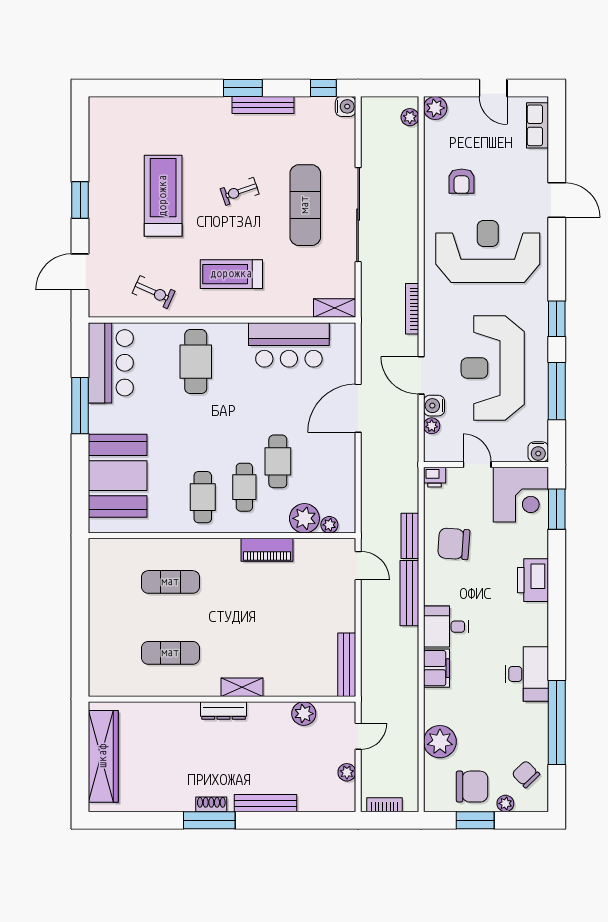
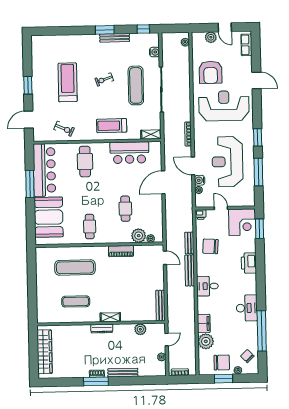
water cooler: (346, 106) -> (155, 52), moved
plant: (435, 108) -> (211, 37), moved
armchair: (462, 181) -> (211, 72), width x1.88, depth x1.88
treadmill: (231, 274) -> (112, 126), moved
bar counter: (111, 363) -> (44, 170), width x1.36
water cooler: (538, 452) -> (250, 201), removed
cafe table: (244, 487) -> (109, 221), removed
exercise mat: (170, 582) -> (75, 267), width x1.36, depth x1.45
filing cabinet: (436, 668) -> (204, 324), moved

